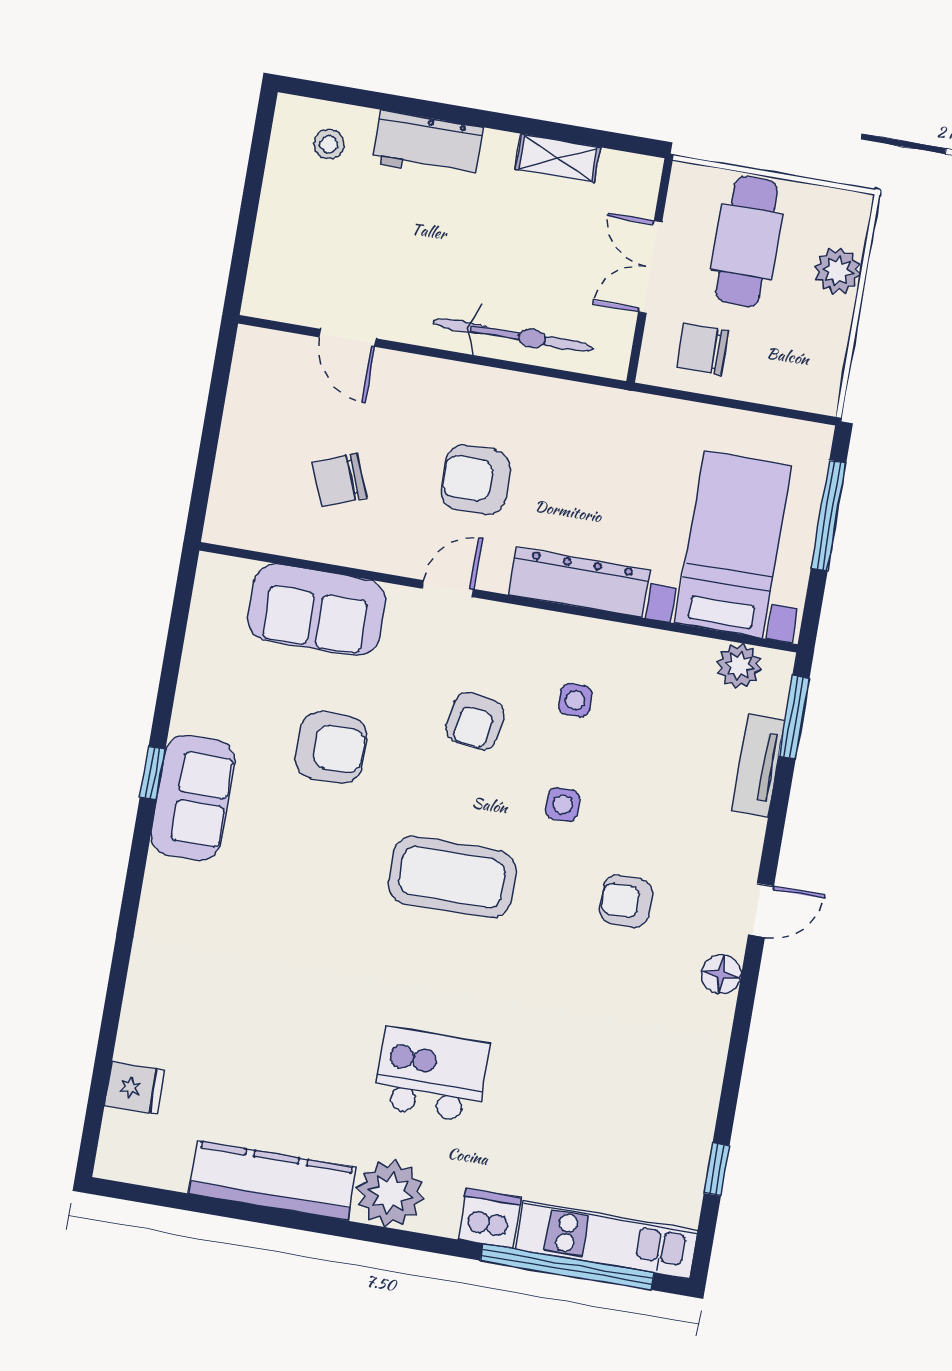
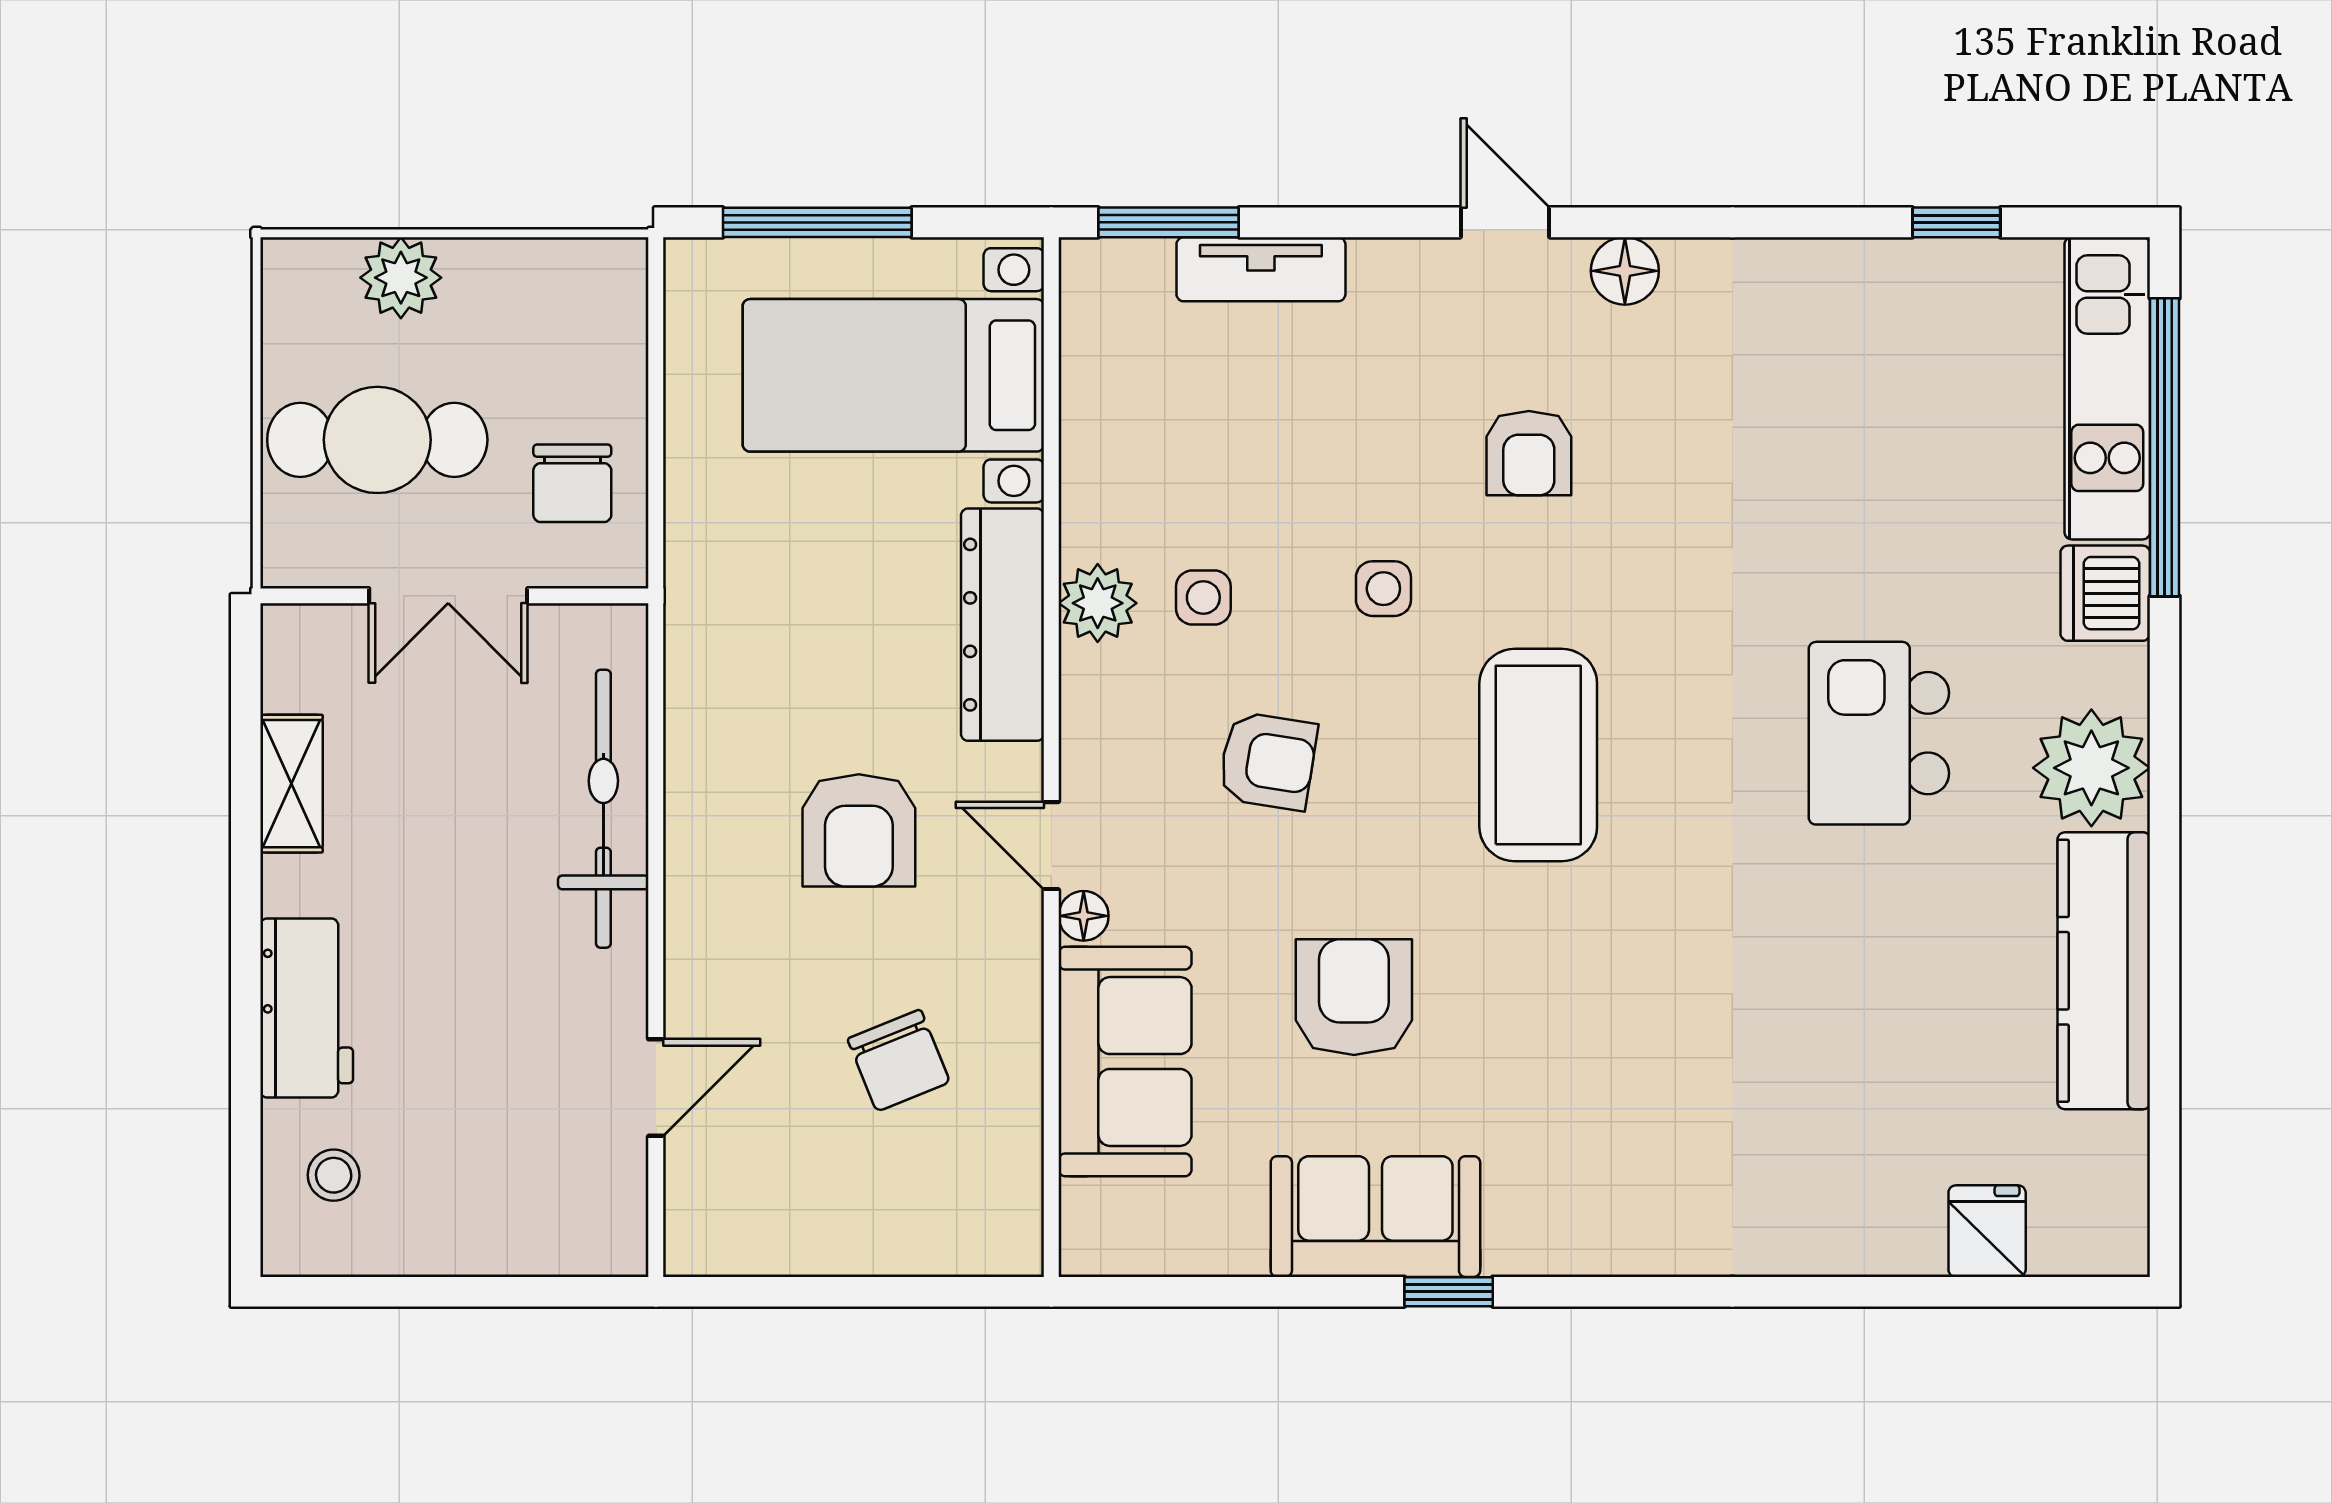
floor lamp: (404, 600) -> (1084, 916), added
plant: (739, 666) -> (1098, 603), moved
sofa: (193, 798) -> (1375, 1217), moved

